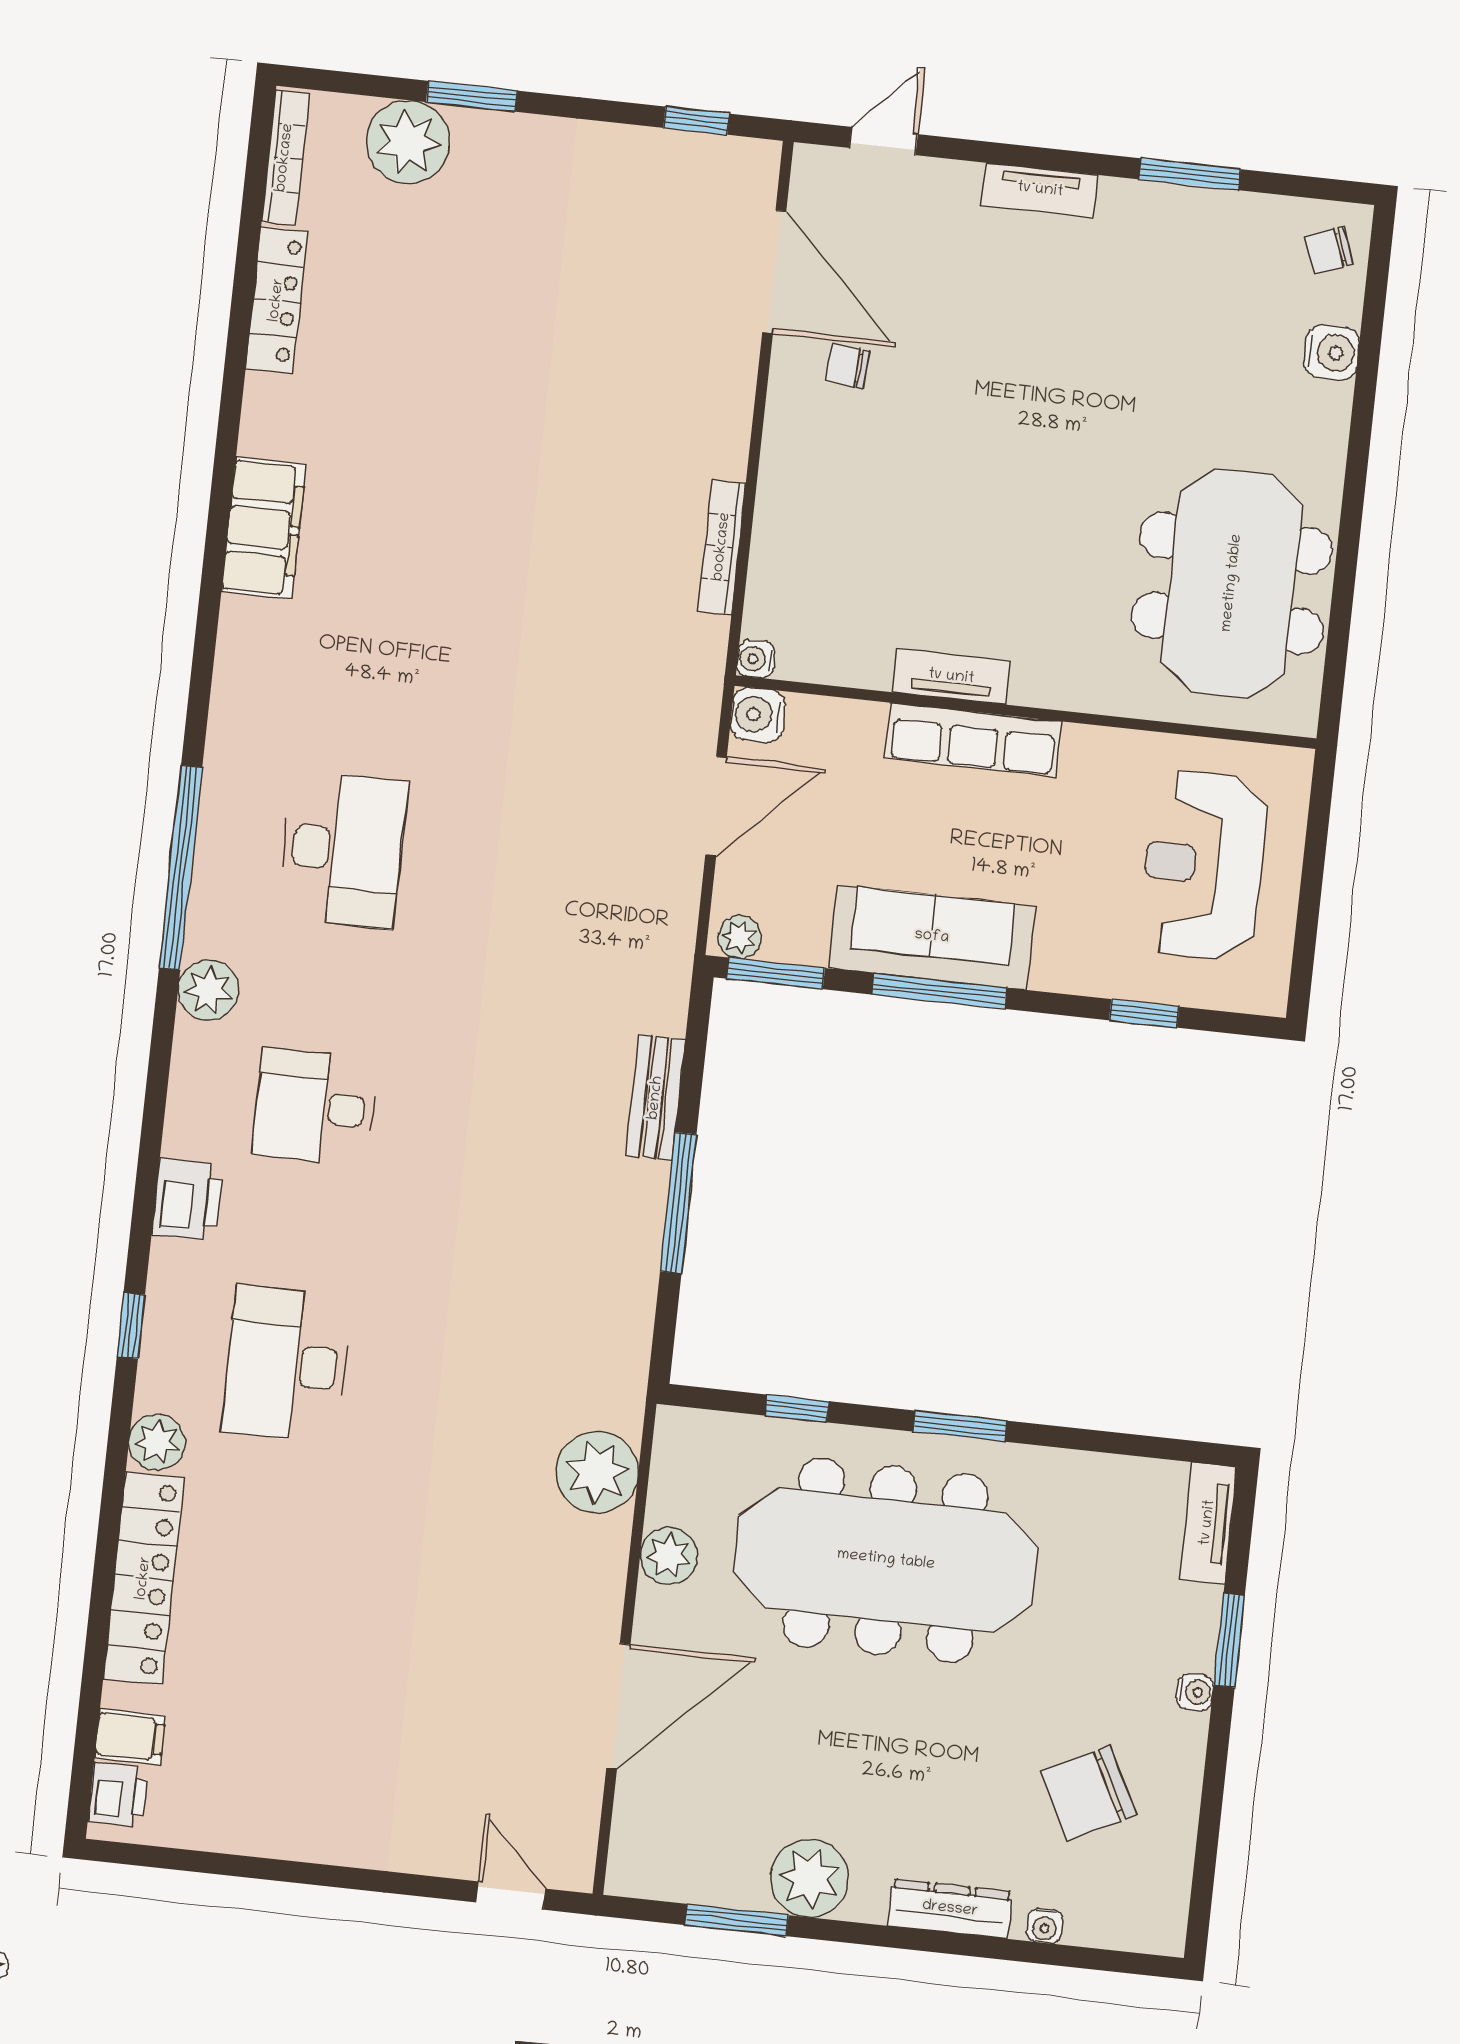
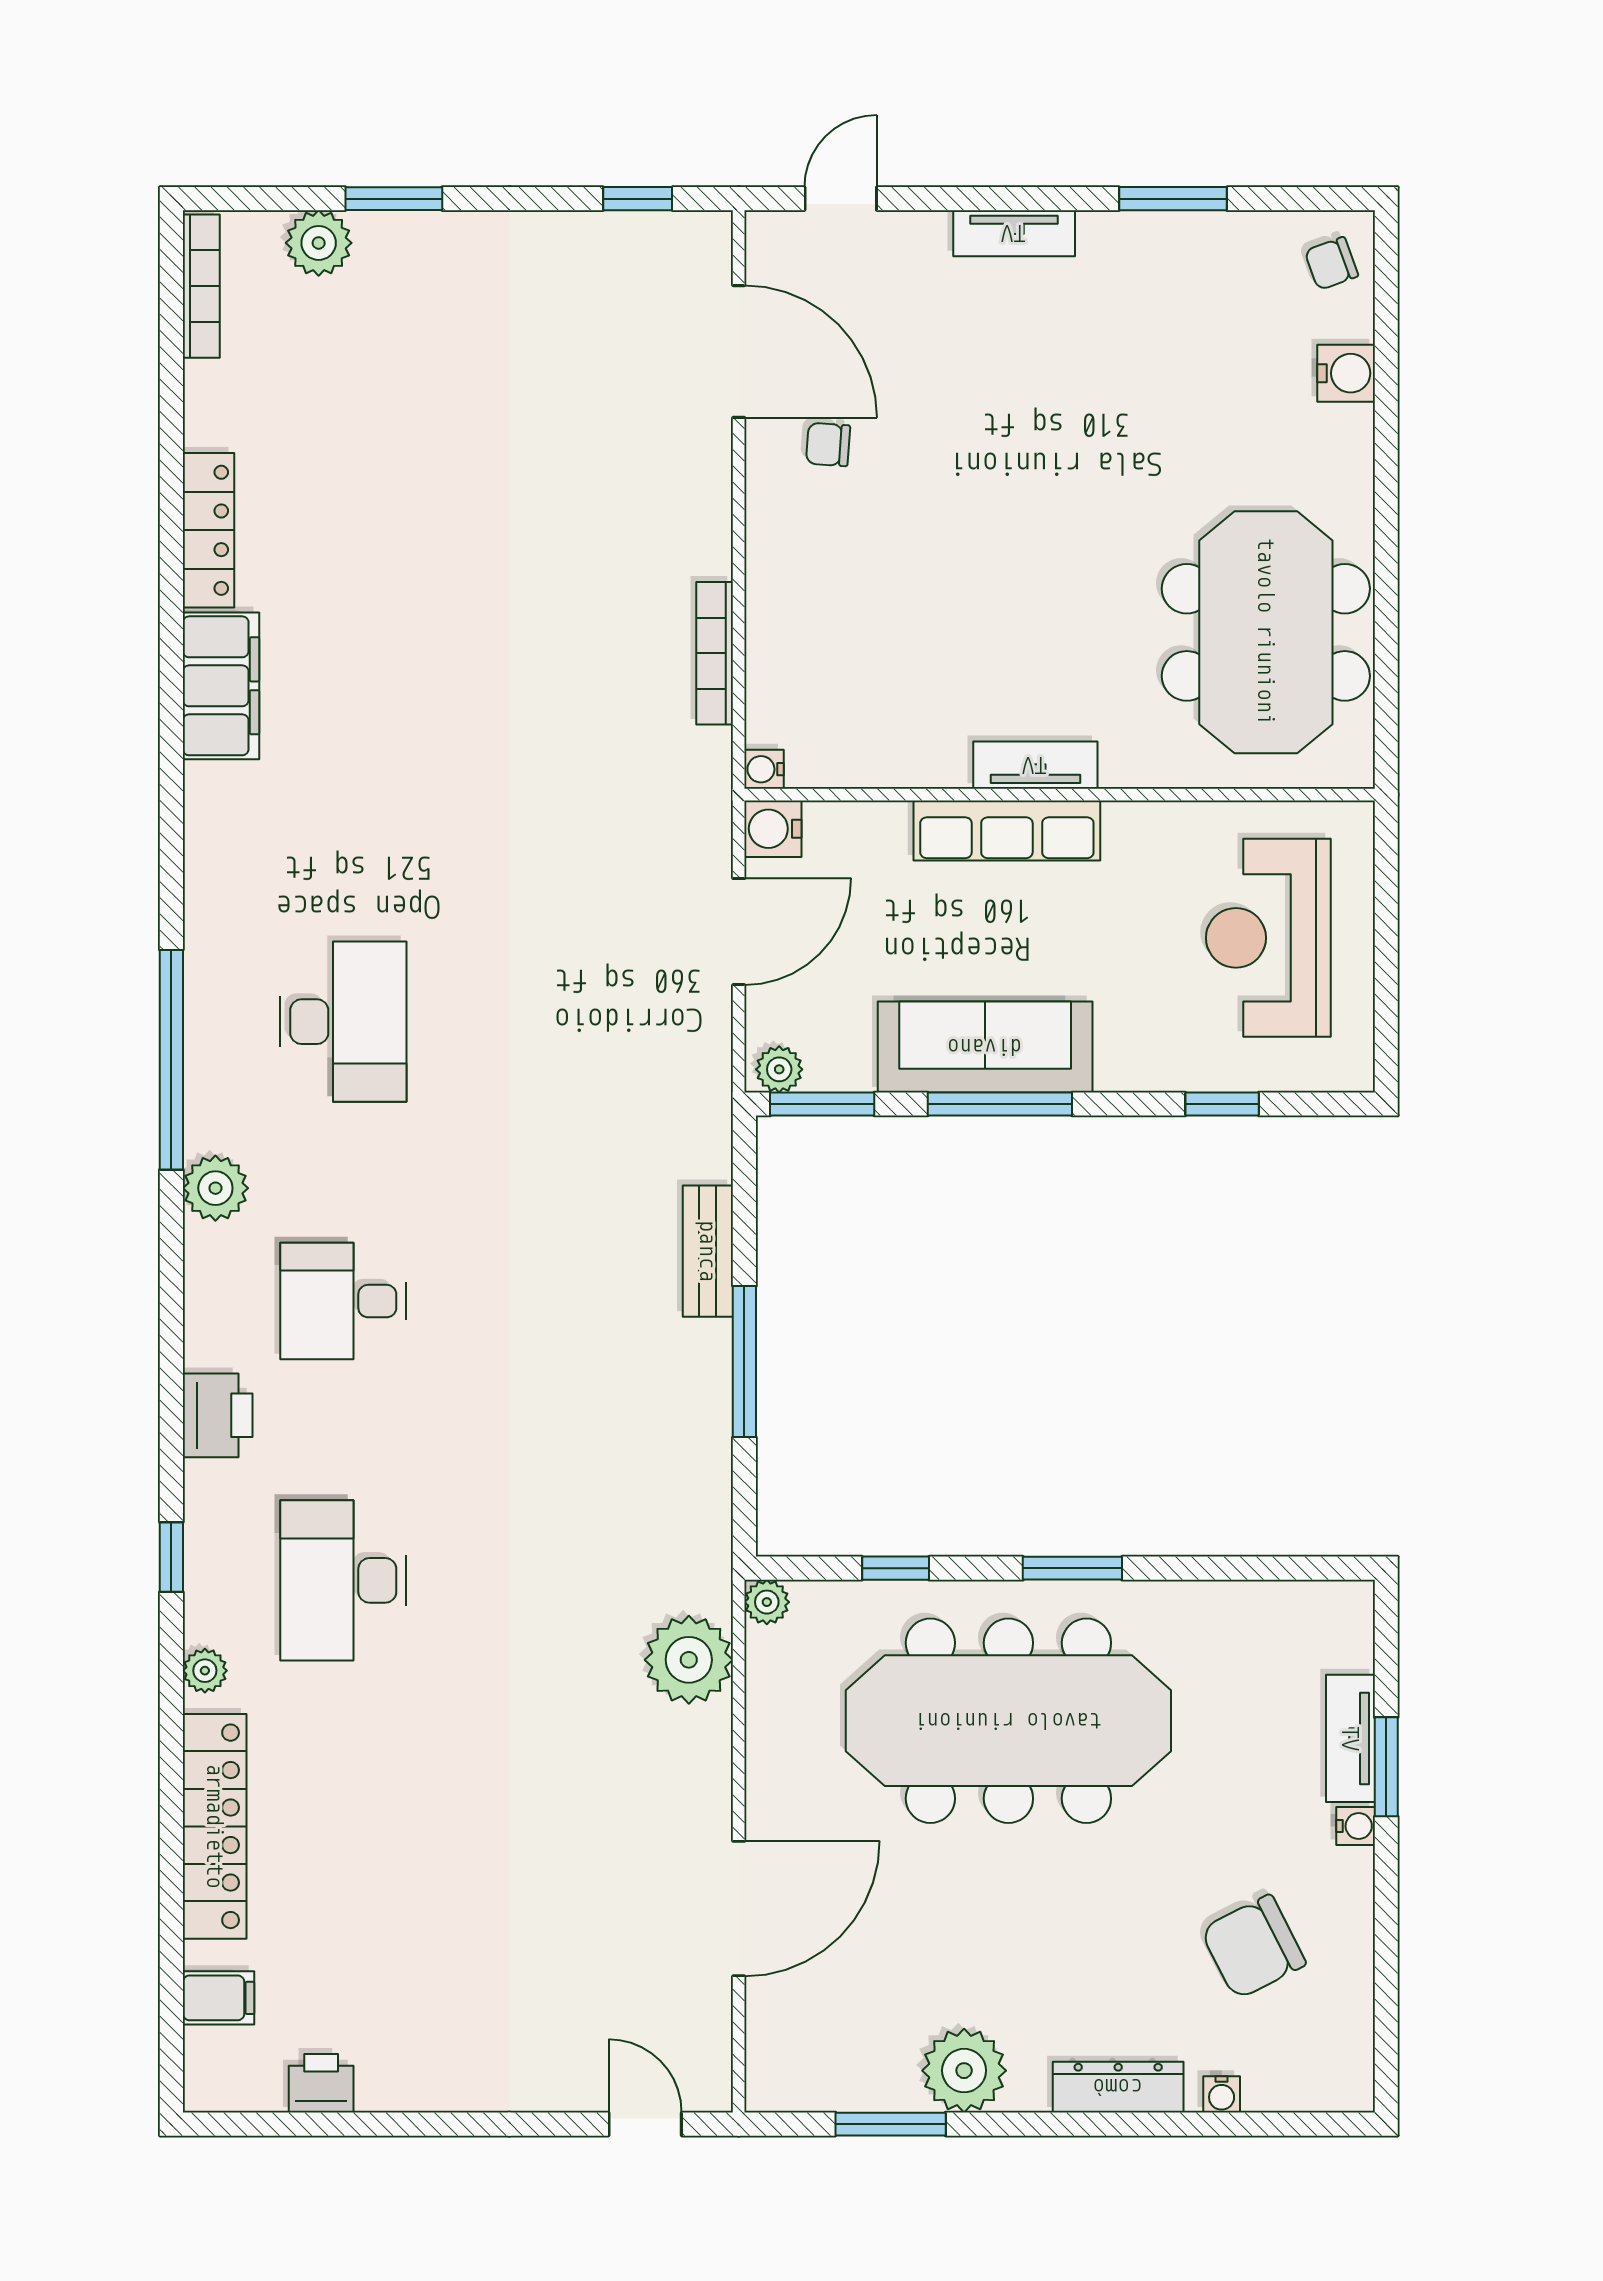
plant: (408, 142) -> (319, 243), width x0.73, depth x0.73
locker: (277, 300) -> (208, 530), moved
tv unit: (951, 677) -> (1035, 765), moved
plant: (157, 1442) -> (205, 1671), width x0.73, depth x0.73
tv unit: (1208, 1523) -> (1350, 1738), moved
plant: (669, 1556) -> (767, 1602), moved, width x0.73, depth x0.73
printer: (118, 1795) -> (321, 2083), moved, turned -90

